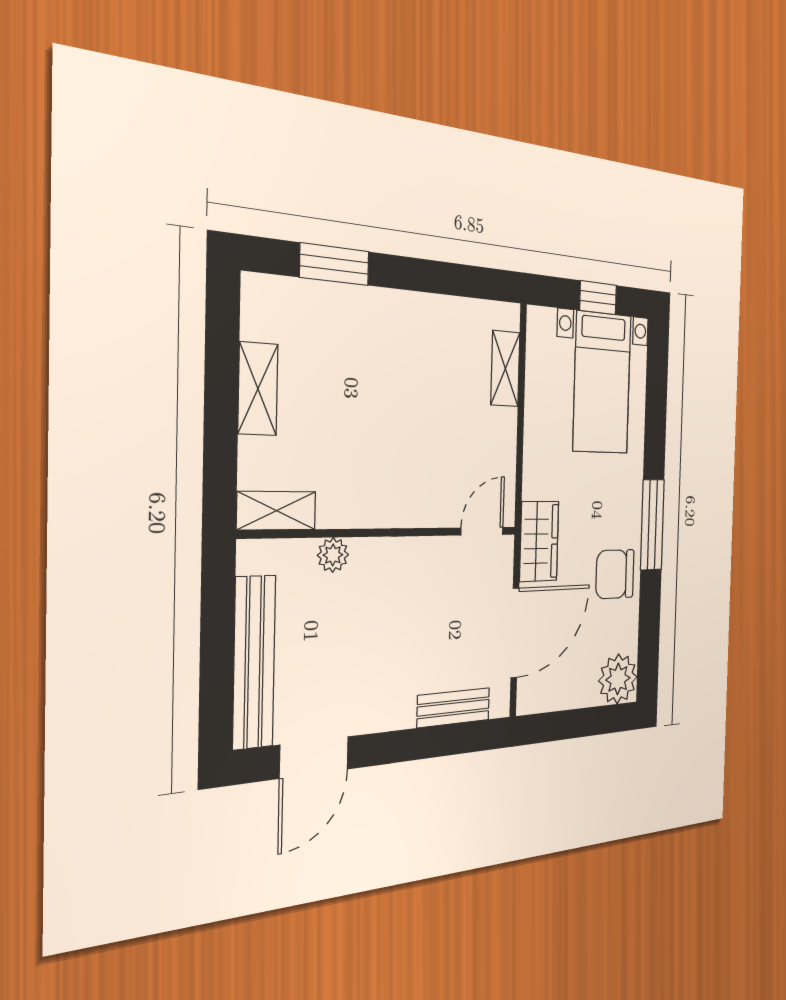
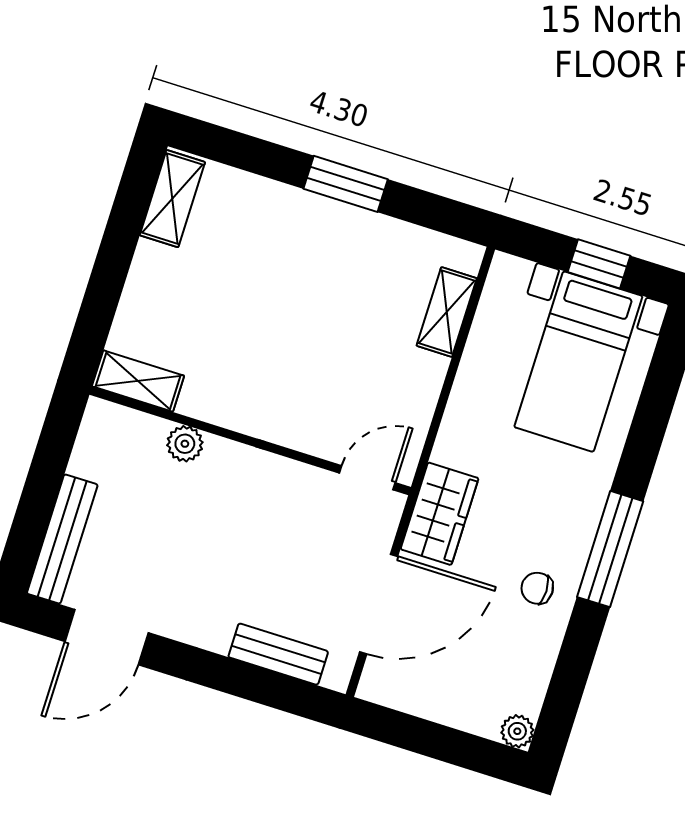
window: (335, 264) -> (346, 184), moved
shelving: (258, 389) -> (172, 199), moved
chair: (615, 574) -> (537, 588), width x0.54, depth x0.54
bench: (254, 662) -> (62, 539), width x0.73, depth x0.82
plant: (618, 679) -> (517, 731), width x0.53, depth x0.53

